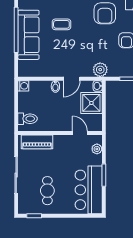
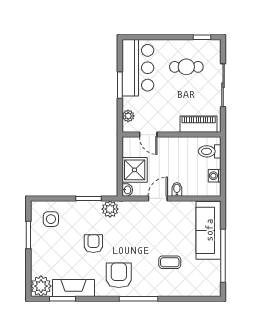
sofa: (28, 35) -> (209, 230), moved
plant: (100, 70) -> (110, 209), moved
washing machine: (23, 86) -> (215, 176), moved
cafe table: (47, 191) -> (186, 67), turned 90

